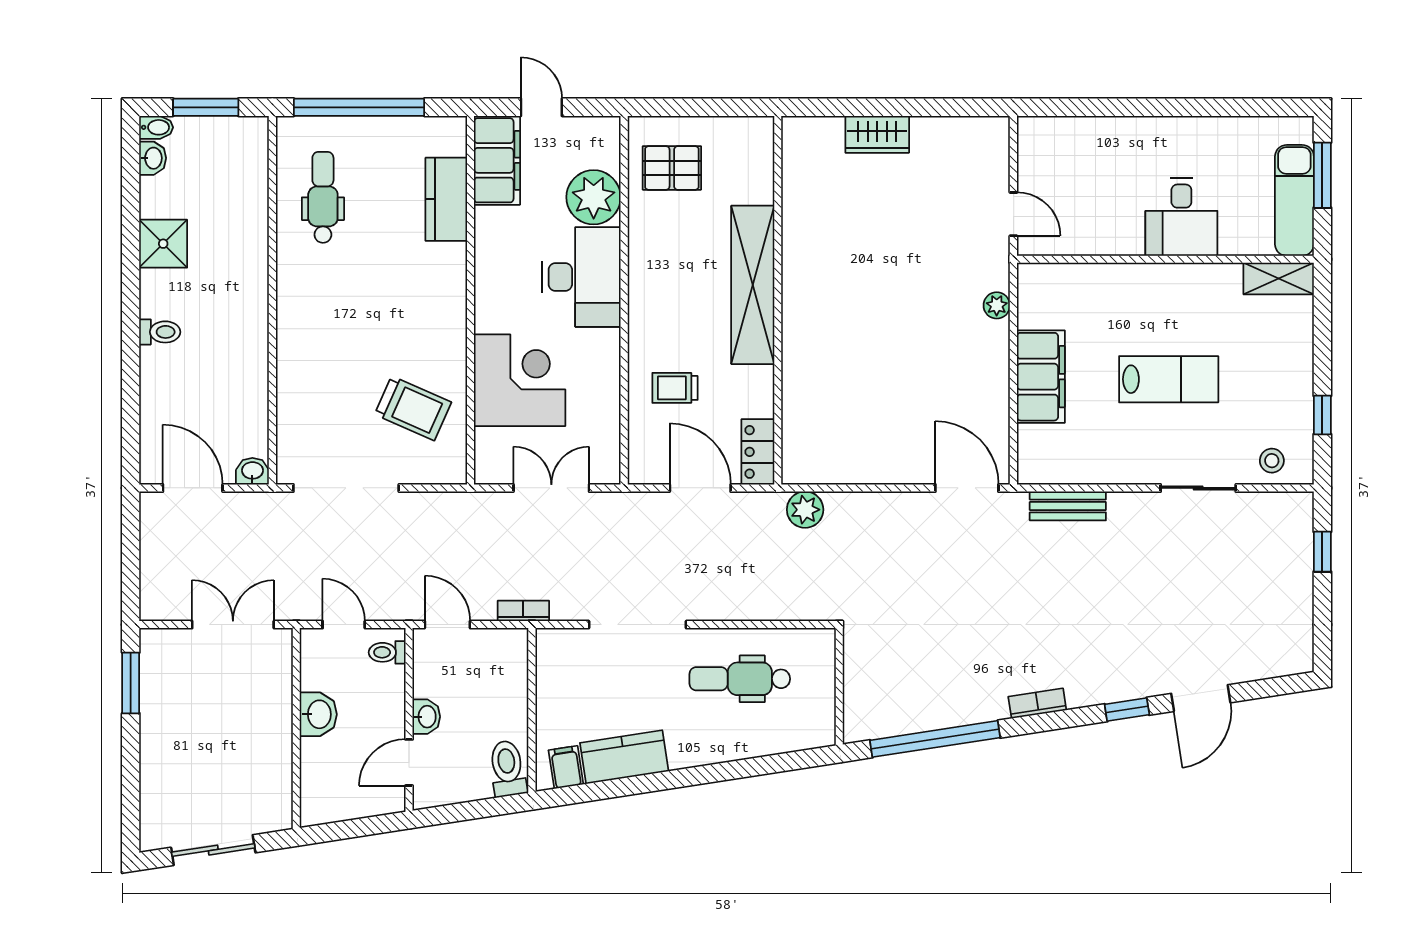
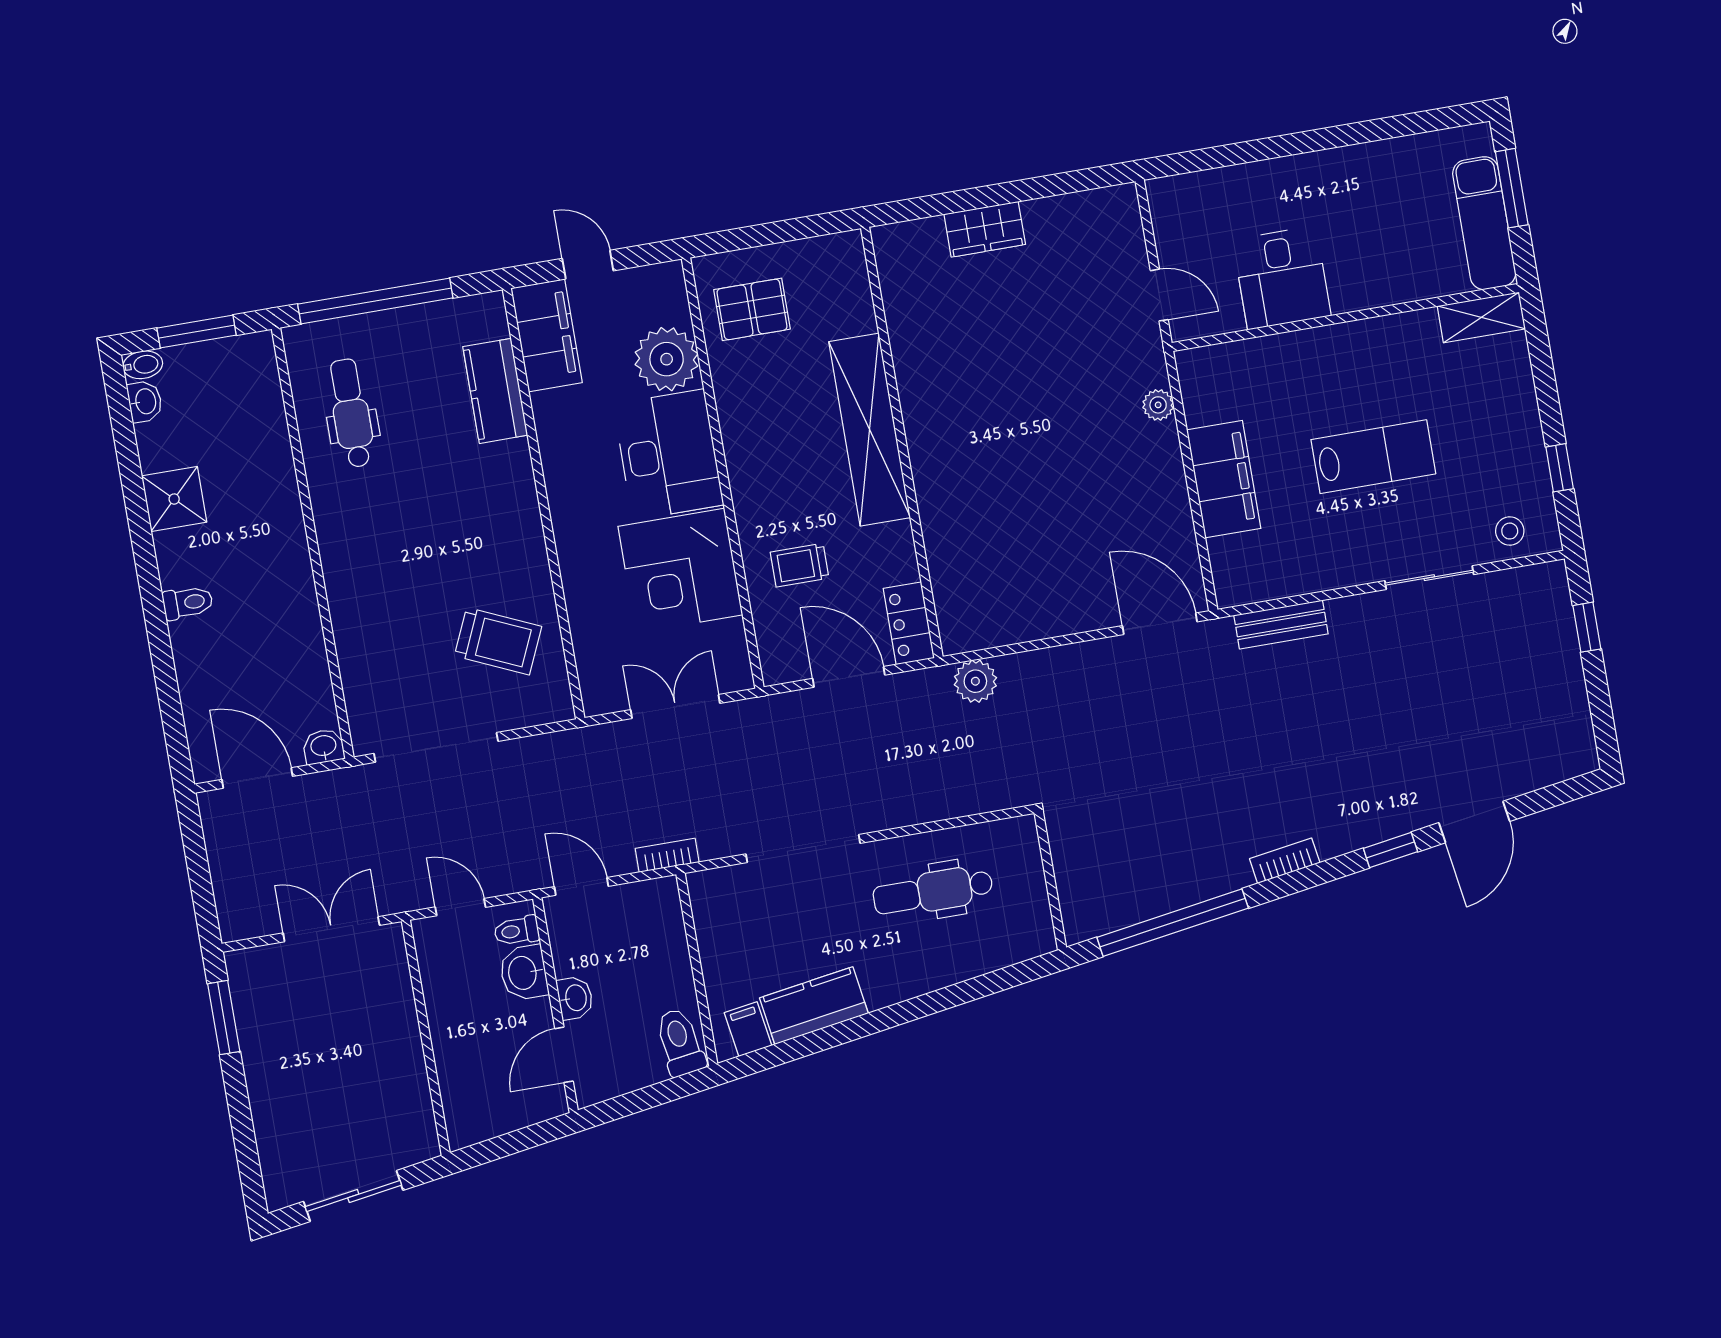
desk: (1181, 217) -> (1282, 278), moved
corner desk: (520, 380) -> (680, 571), moved, turned 180
washbasin: (318, 714) -> (524, 973), moved, turned 180

